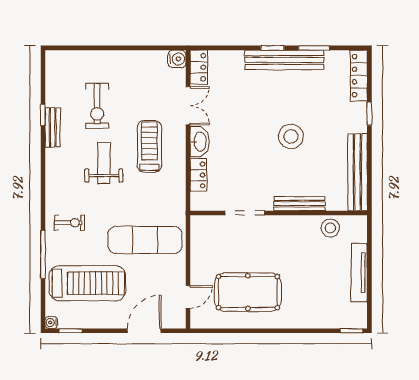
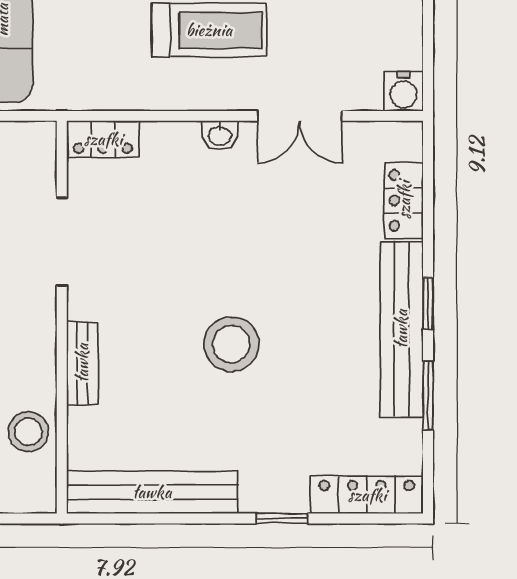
locker: (199, 67) -> (404, 200), moved, turned 90
washbasin: (200, 142) -> (220, 135), width x0.52, depth x0.69
locker: (198, 175) -> (103, 139), moved
bench: (299, 204) -> (82, 363), width x0.73

